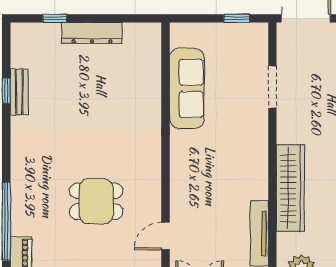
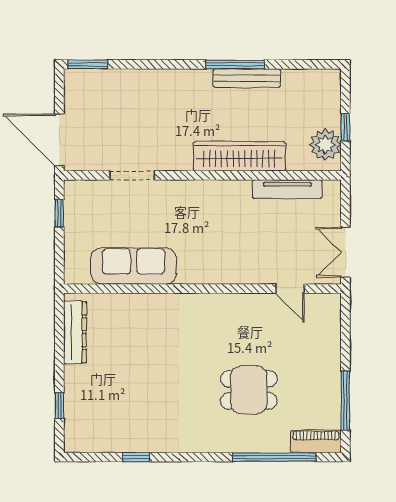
dresser: (92, 33) -> (75, 332), moved
bench: (19, 92) -> (137, 443), removed
dining table: (96, 201) -> (249, 390), moved, turned 90

